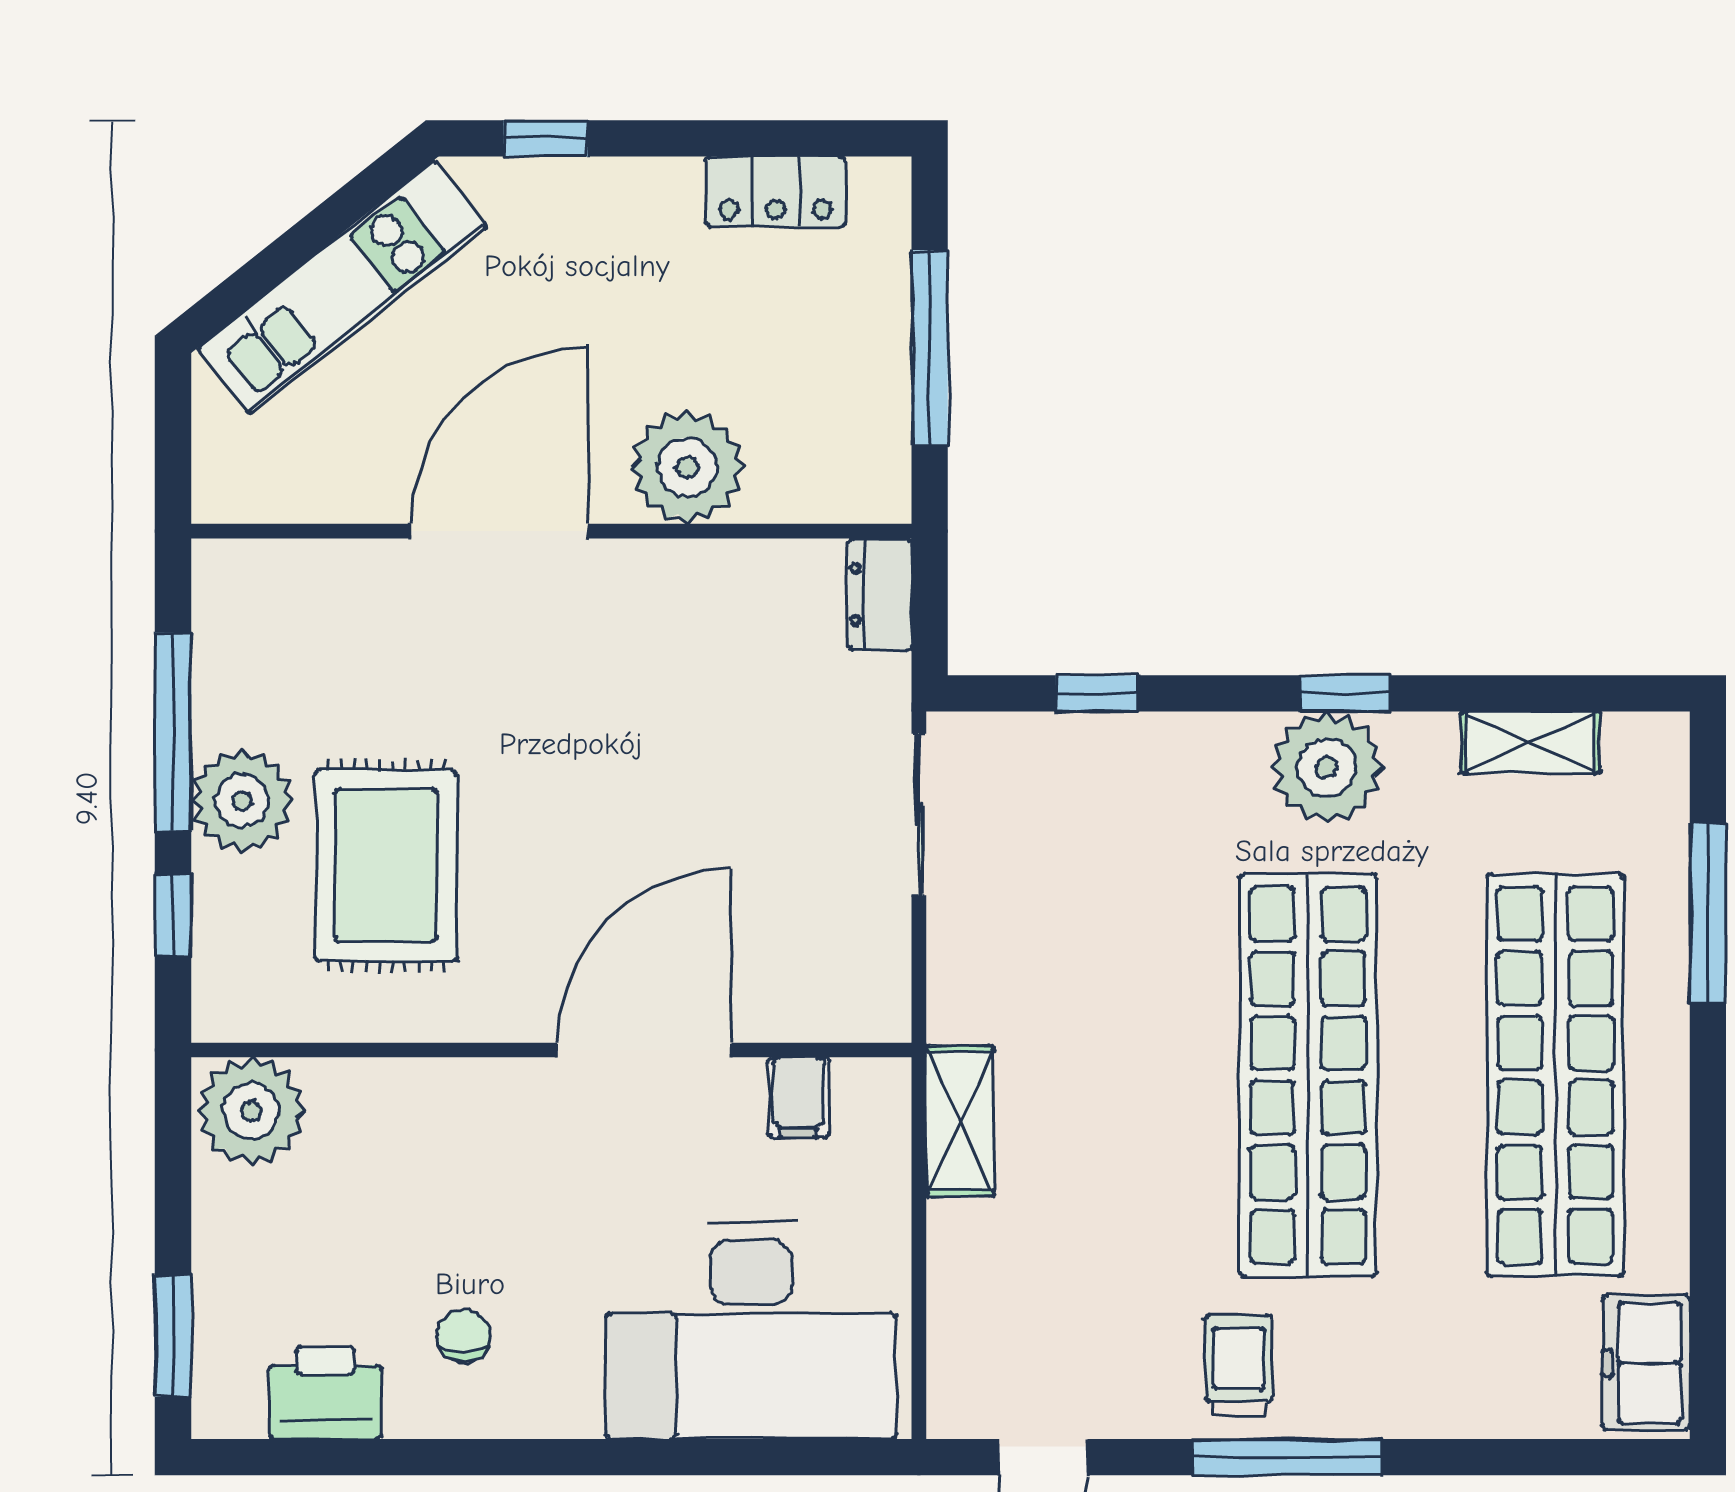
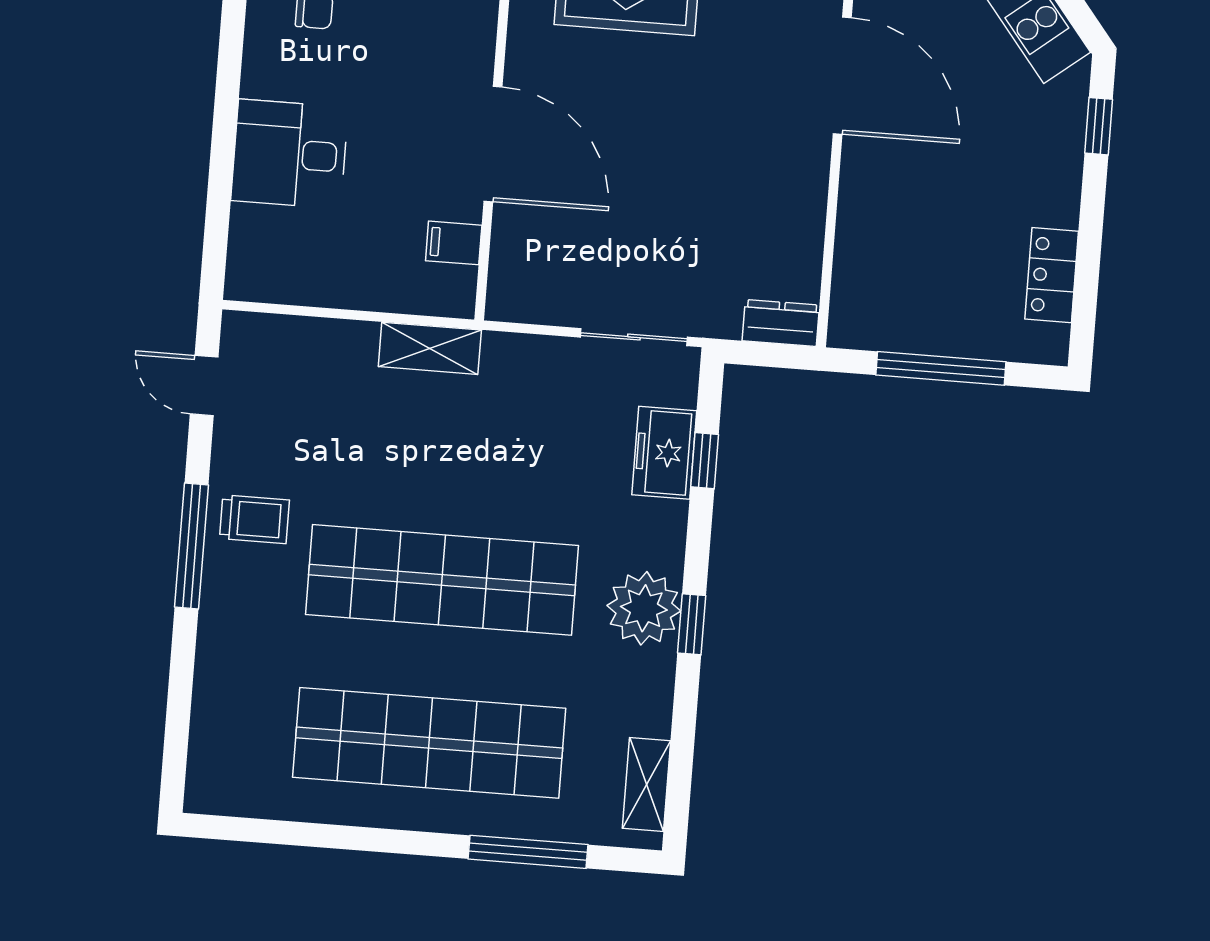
plant: (687, 467) -> (875, 203), removed
shelving: (1530, 742) -> (646, 784), moved
desk: (751, 1331) -> (290, 154), width x0.53, depth x0.77
freezer: (1646, 1363) -> (664, 453), moved, turned -90

